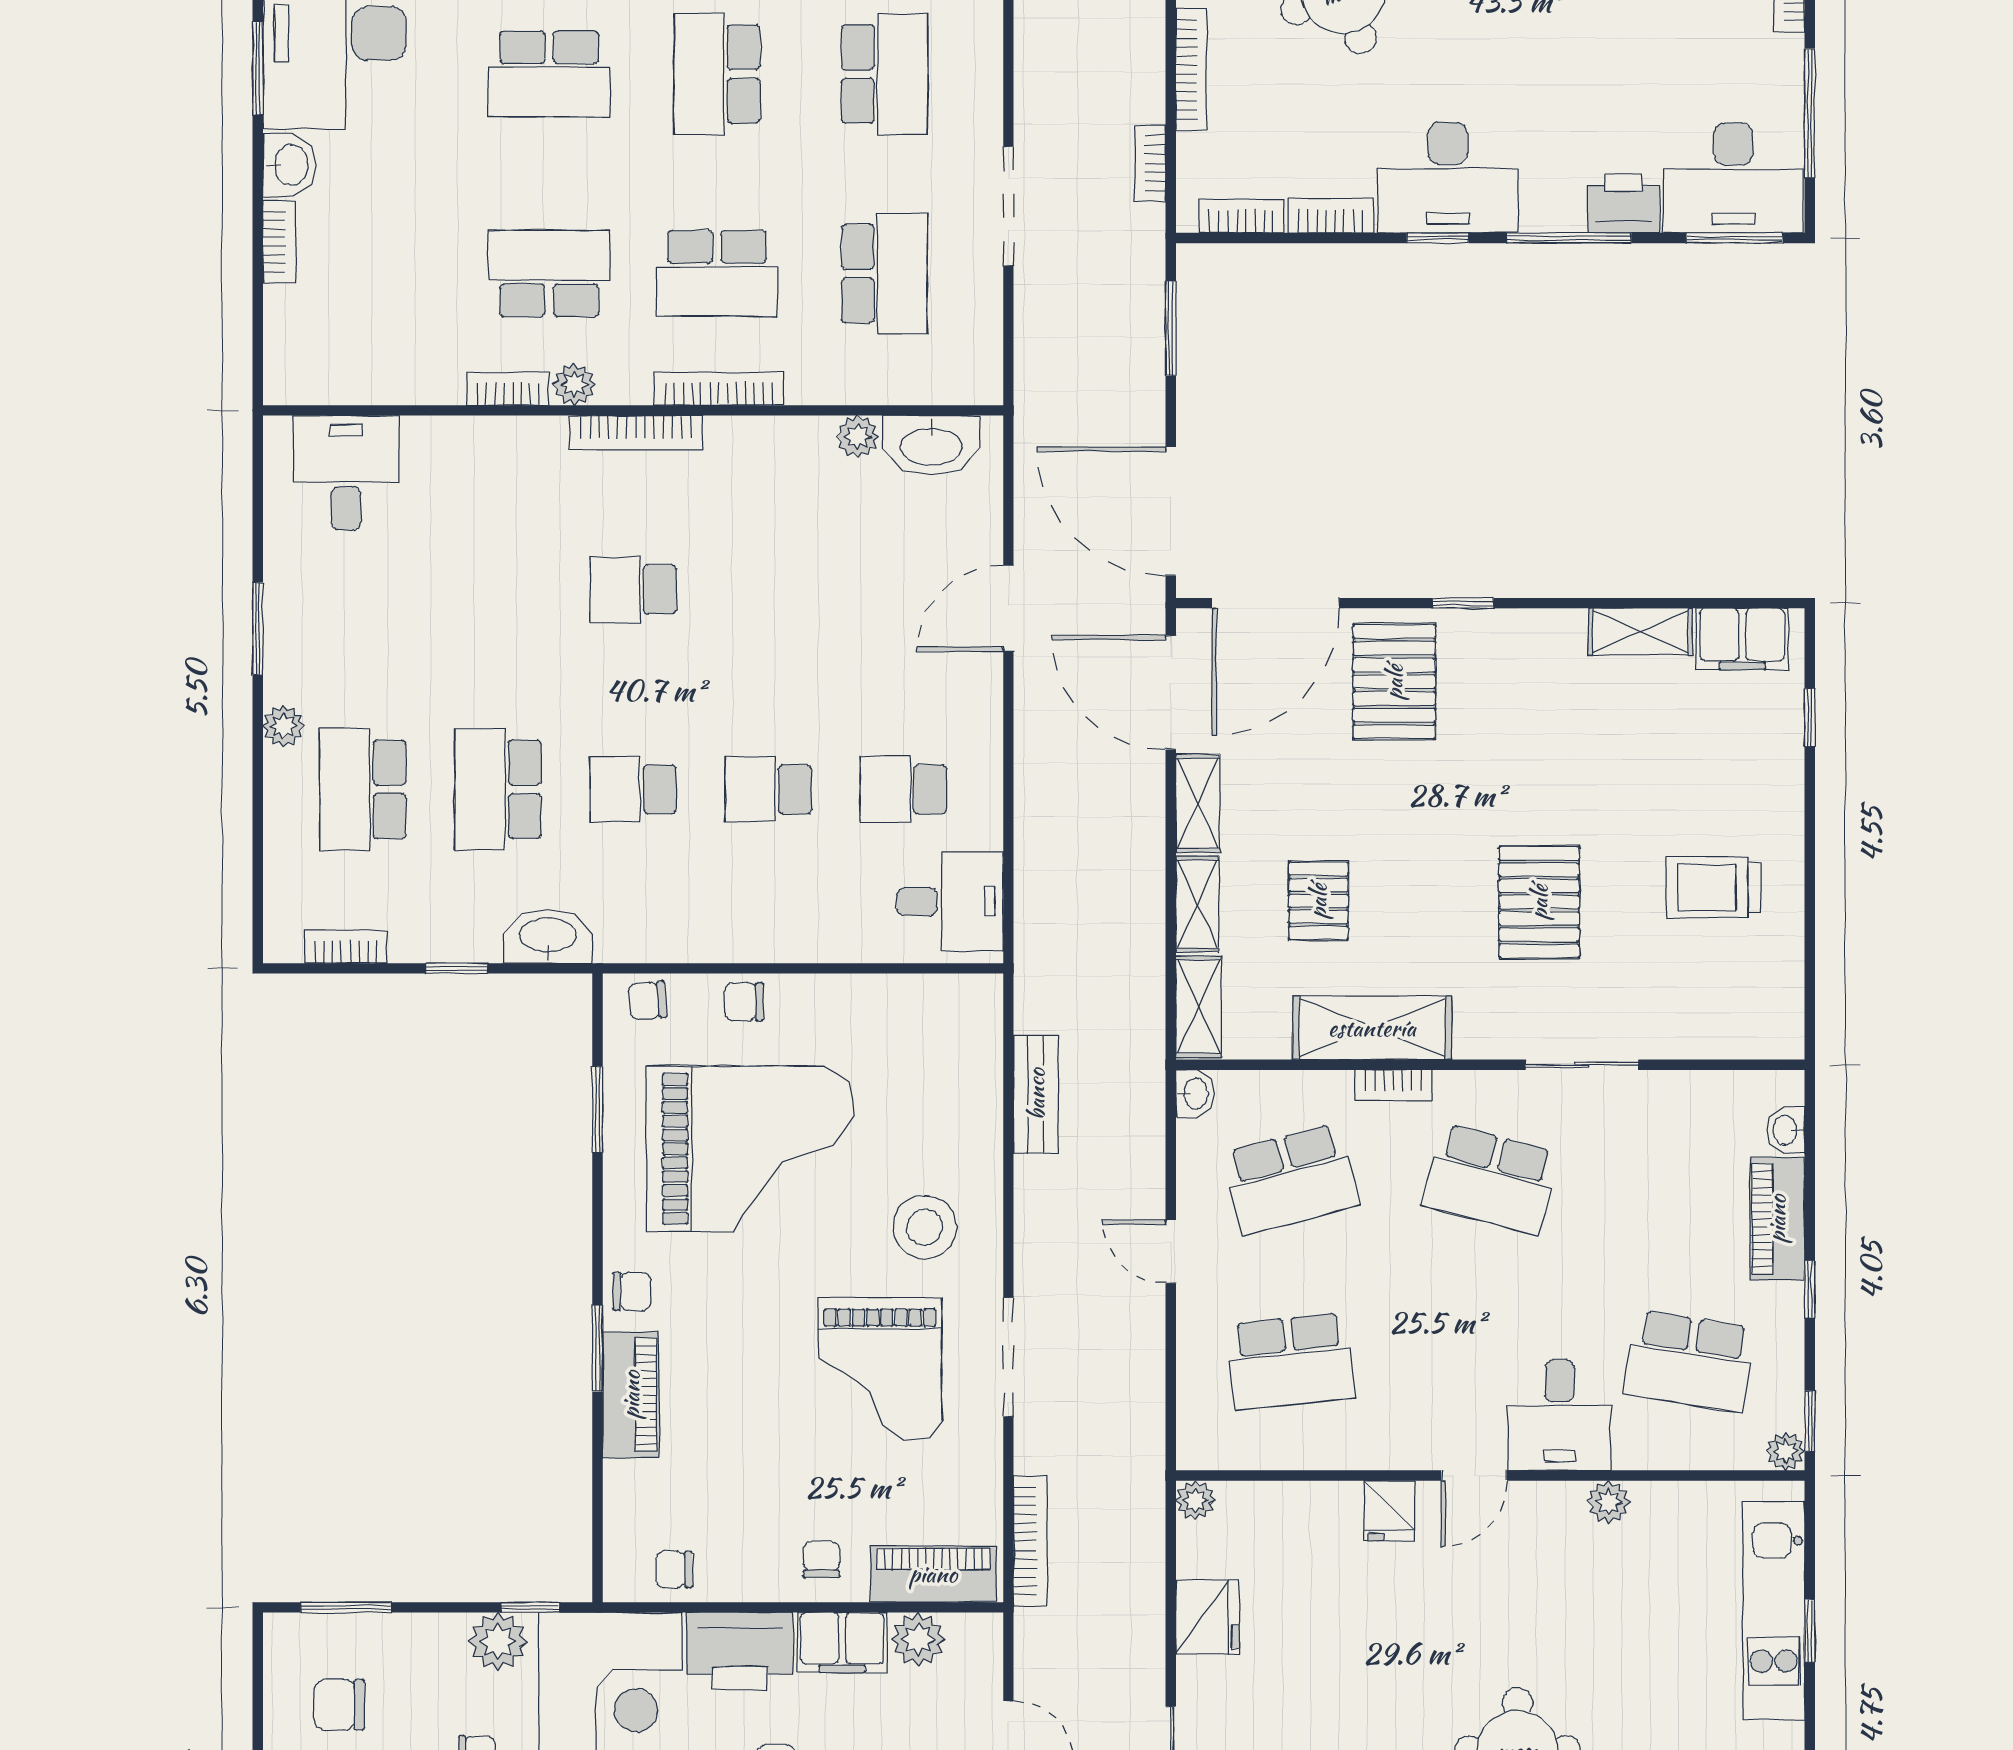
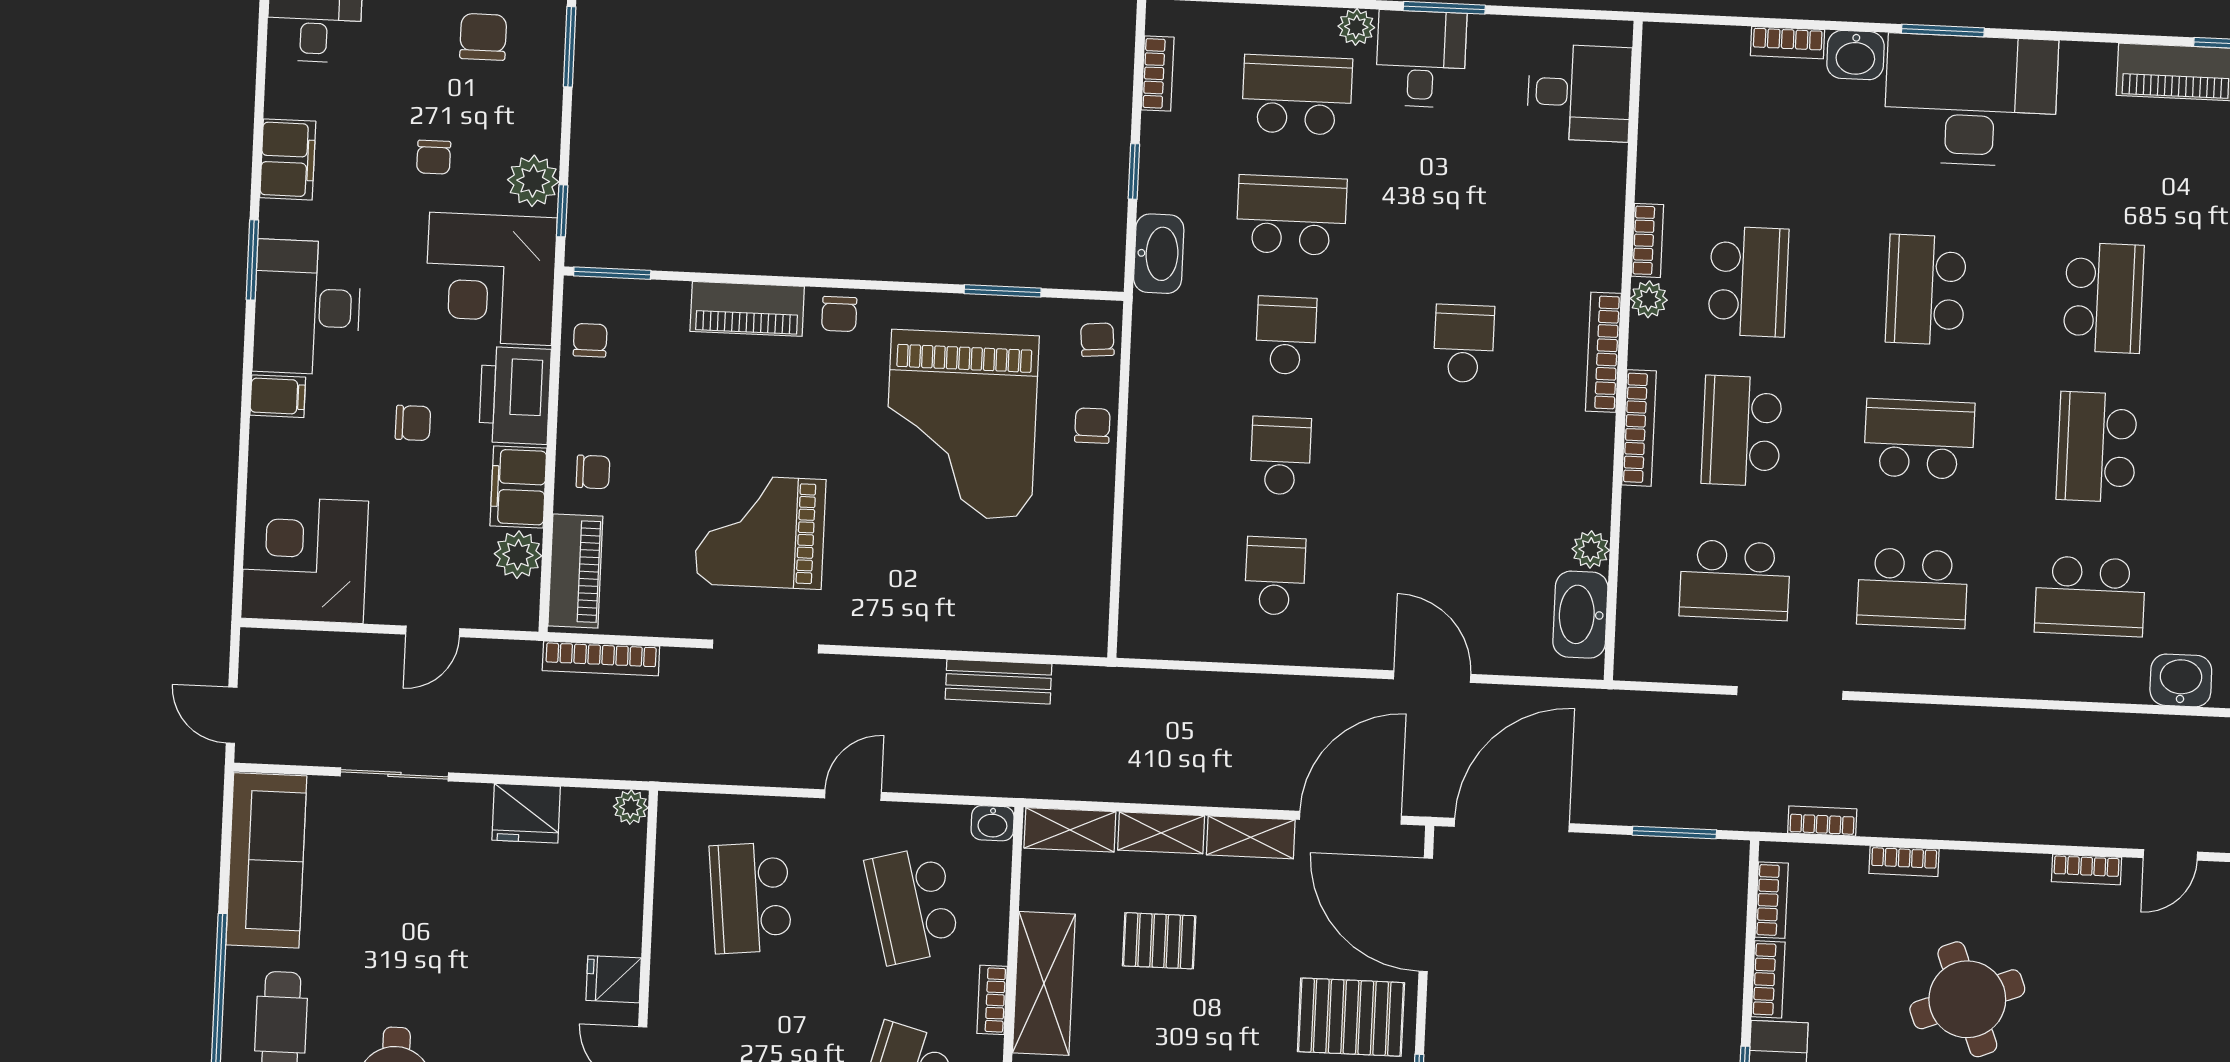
bookcase: (1191, 69) -> (1904, 861), width x0.64
desk: (950, 902) -> (1421, 59), moved, turned 180
stool: (925, 1227) -> (885, 577), removed
window: (598, 1349) -> (612, 273), moved

